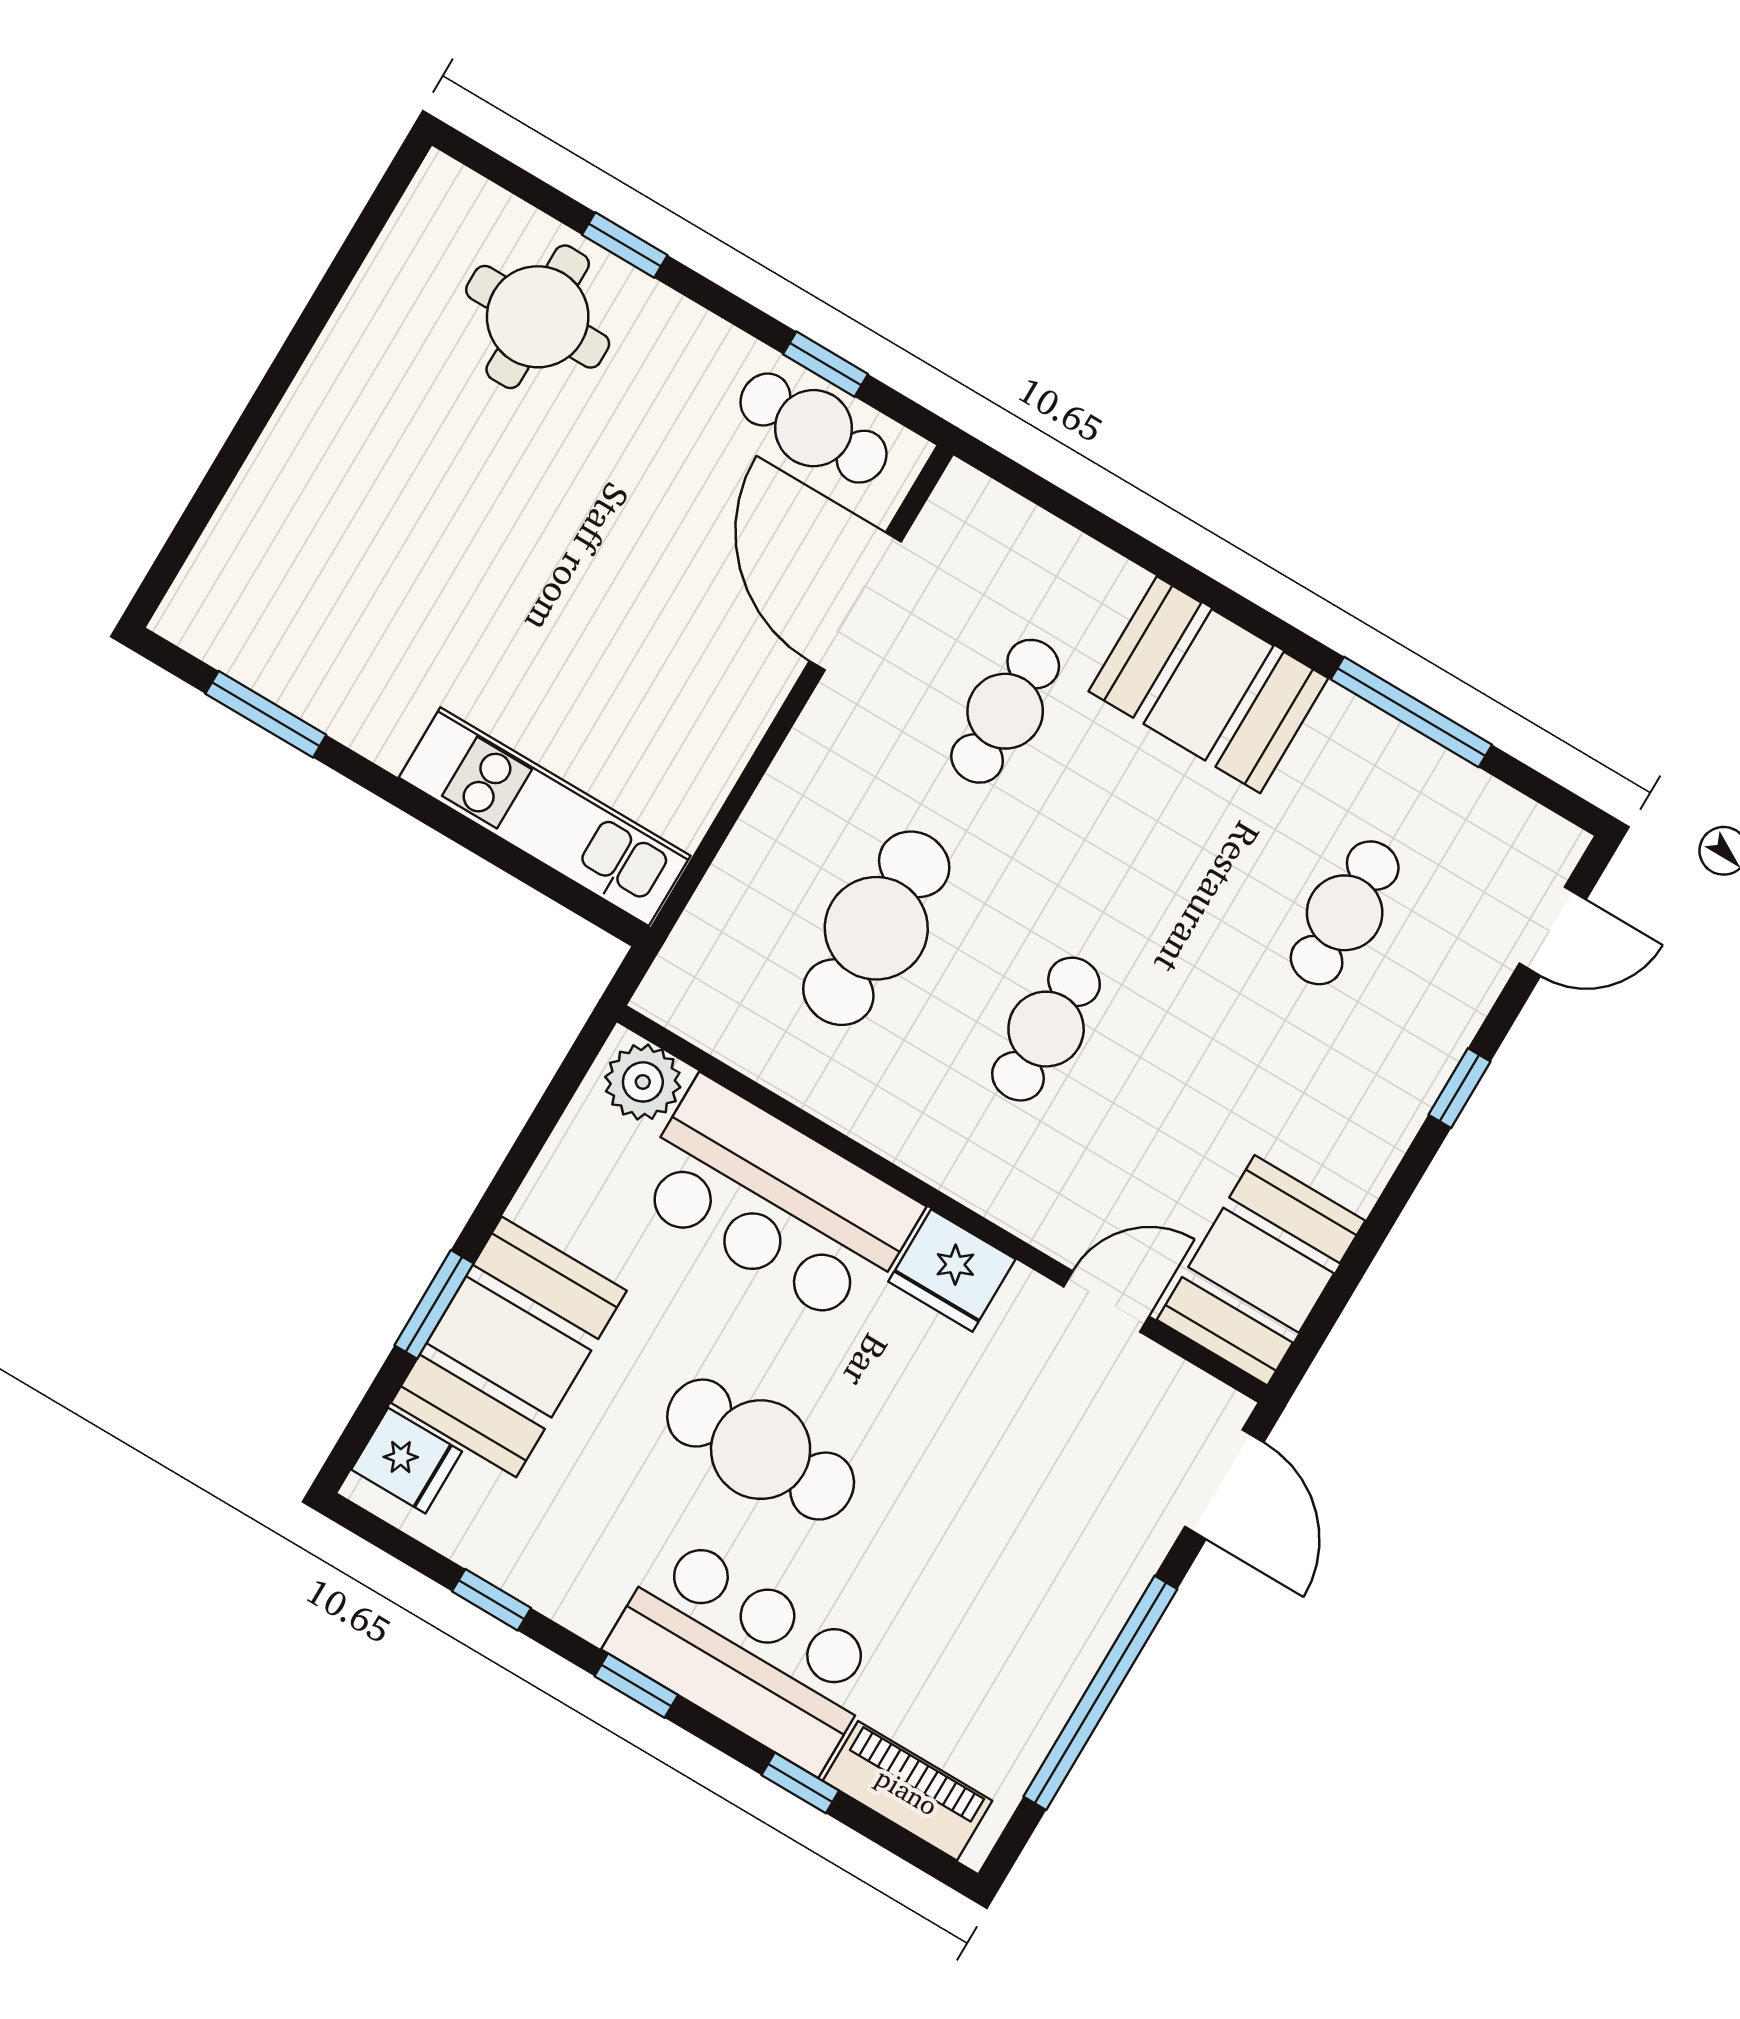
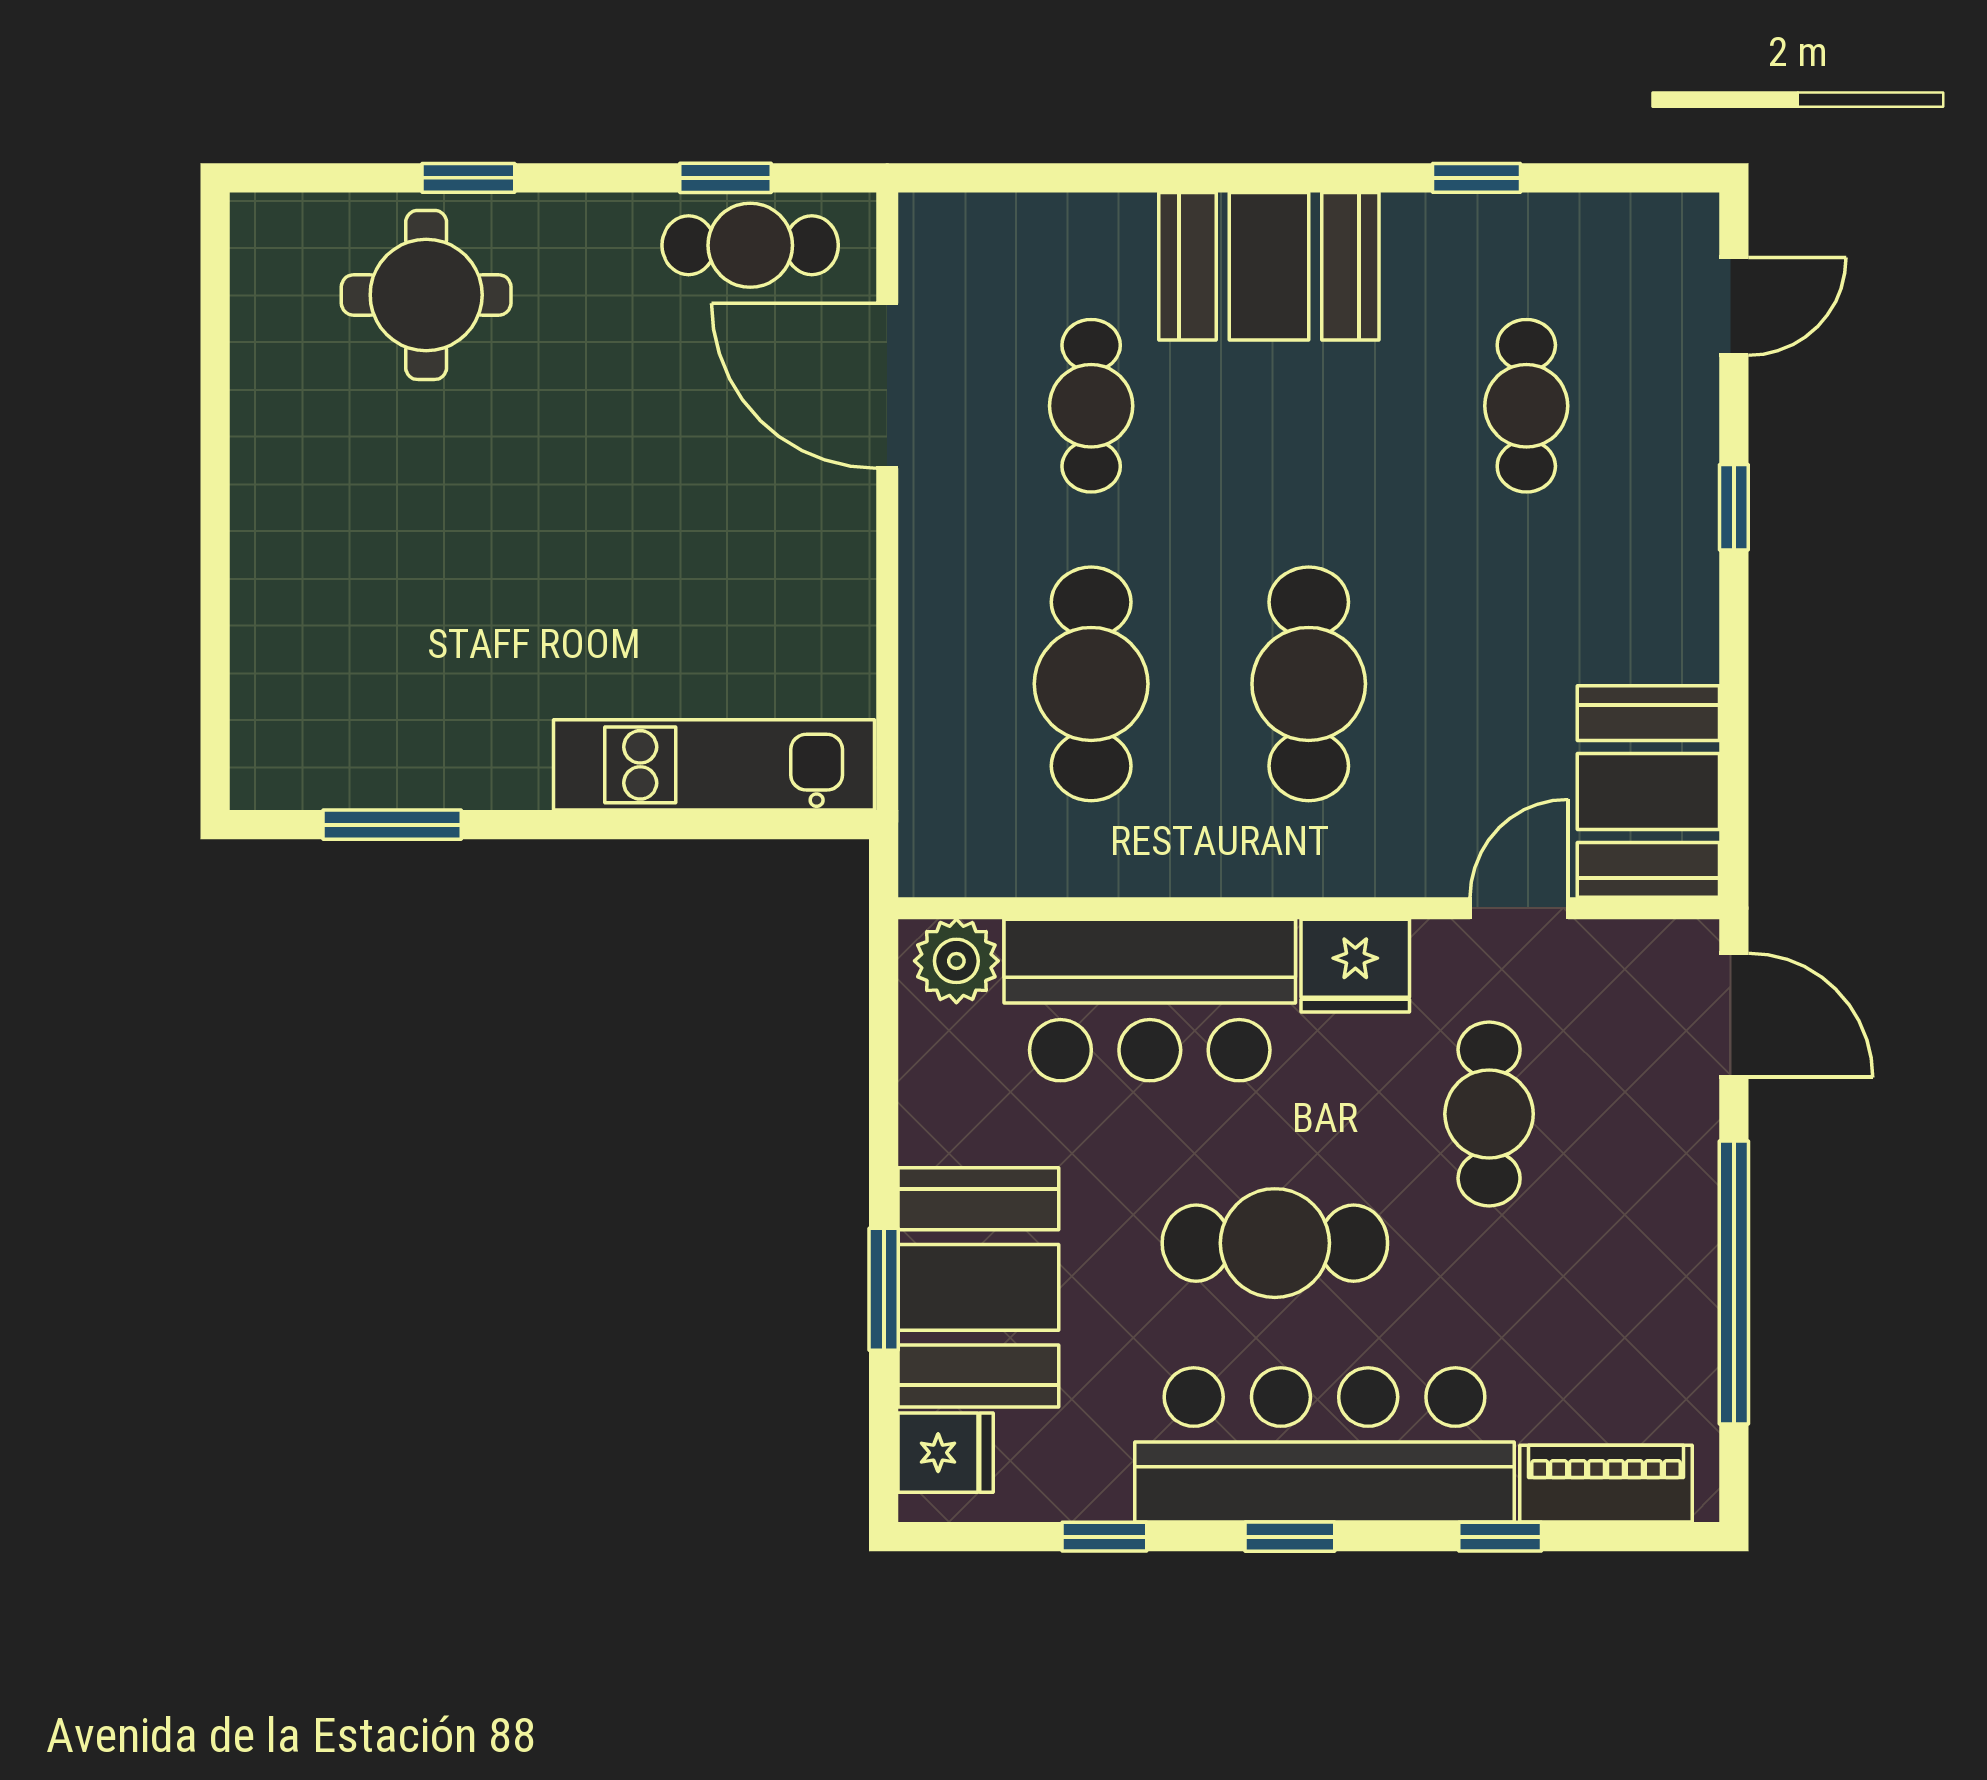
window: (1411, 712) -> (1477, 178), width x0.46
cafe table: (1046, 1029) -> (1309, 684), width x1.37, depth x1.35
cafe table: (988, 1448) -> (1489, 1114), added
bar counter: (745, 1653) -> (1325, 1445), width x1.36

